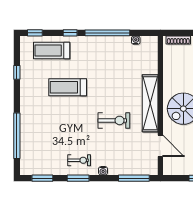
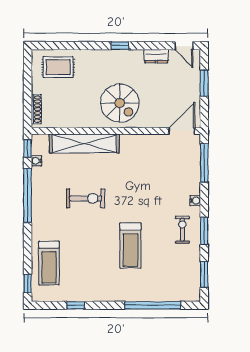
window: (70, 33) -> (28, 148), moved
treadmill: (68, 87) -> (130, 246), moved
shelving: (150, 103) -> (84, 143), moved
exercise bike: (114, 120) -> (86, 198), moved, turned 90
door: (160, 146) -> (182, 131), moved

